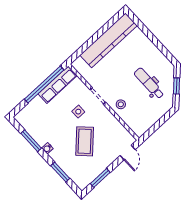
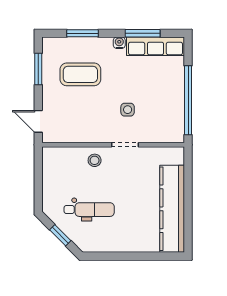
row of seats: (58, 85) -> (155, 46), moved, turned -90
coffee table: (85, 141) -> (80, 74), moved, turned -45

